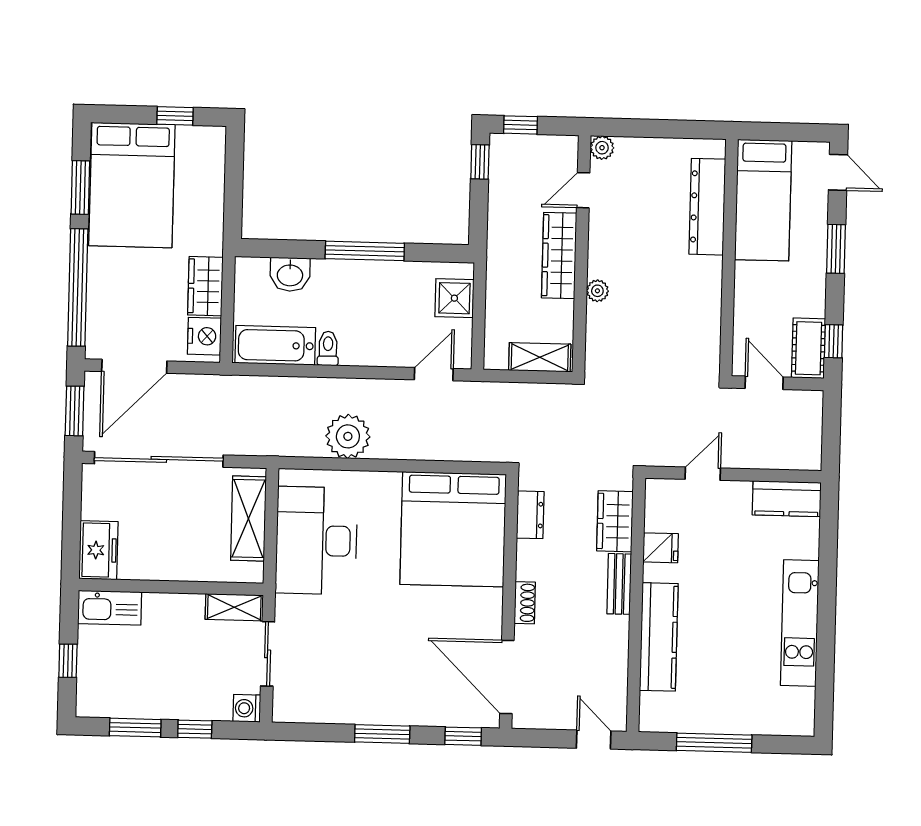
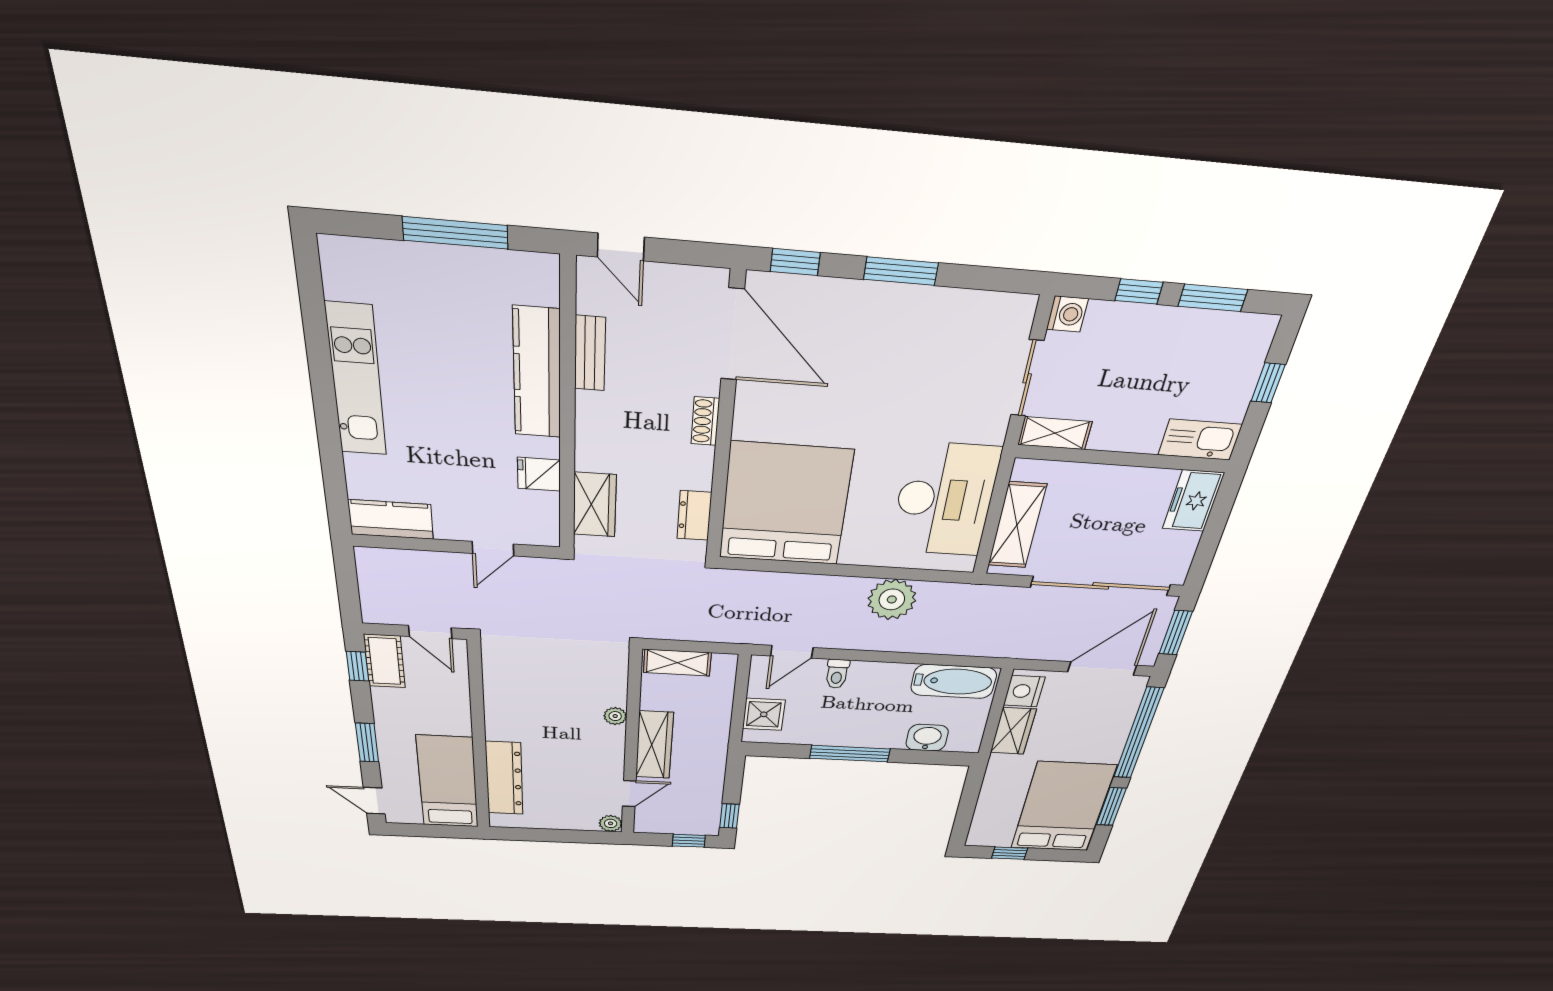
toilet: (328, 348) -> (837, 674), moved
bench: (619, 584) -> (590, 353), moved

